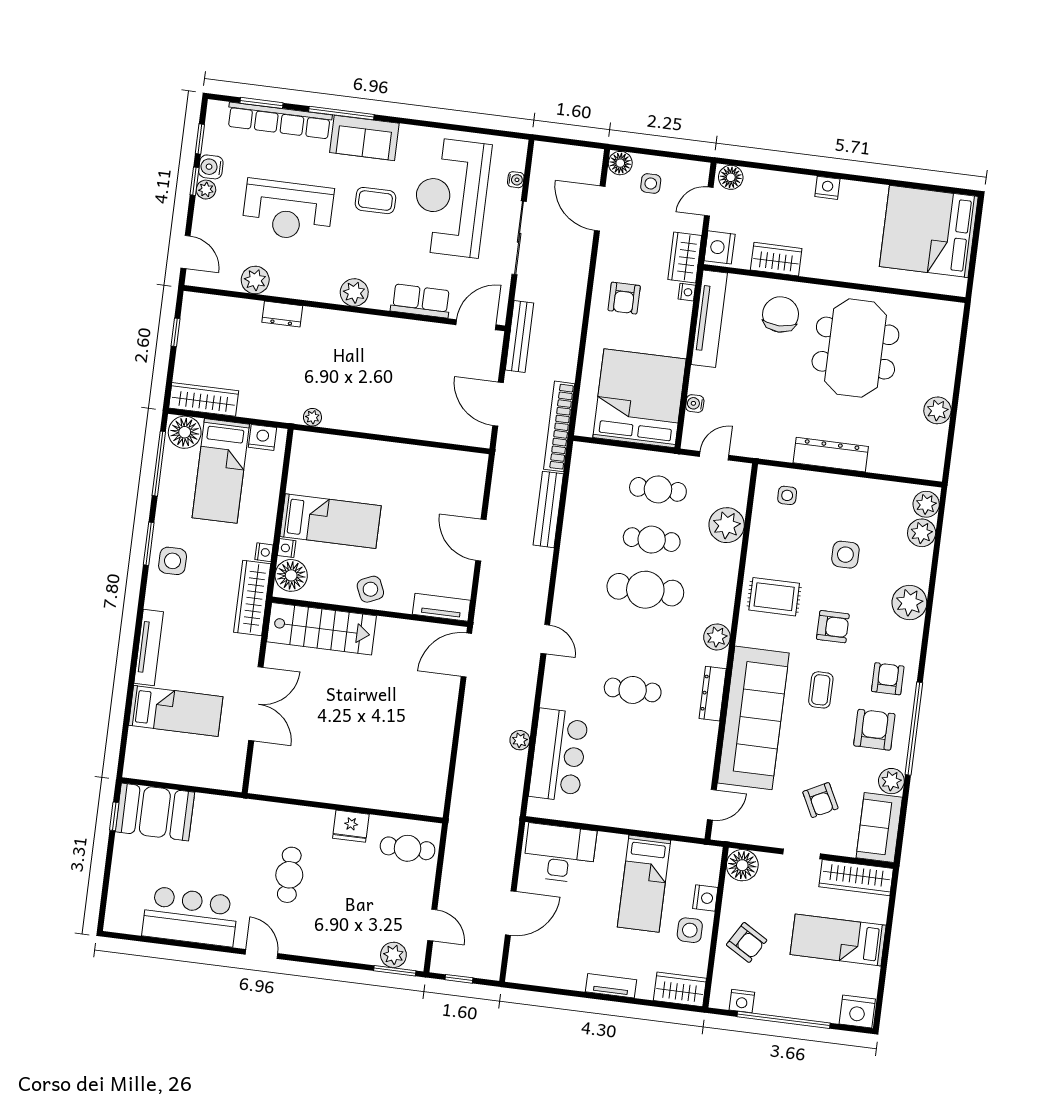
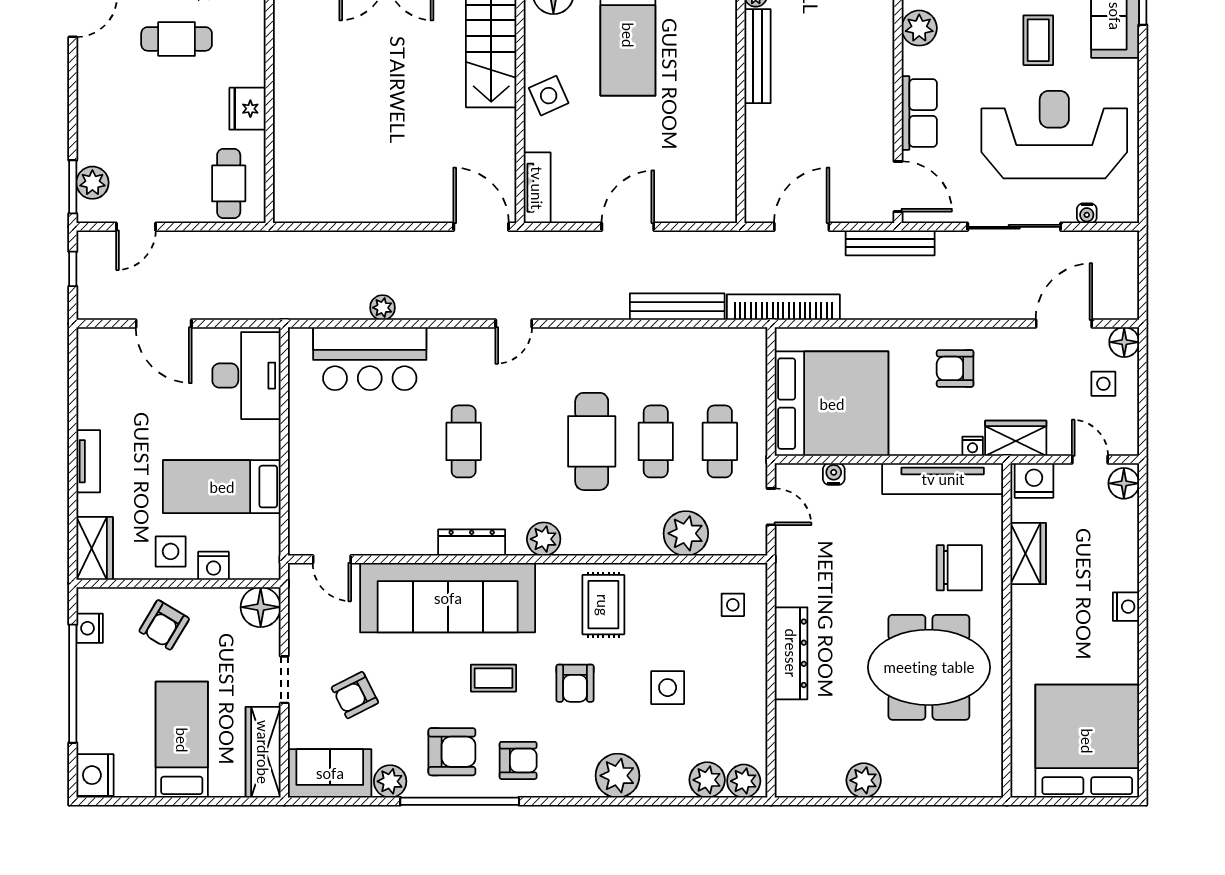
bench: (360, 422) -> (758, 56), added

